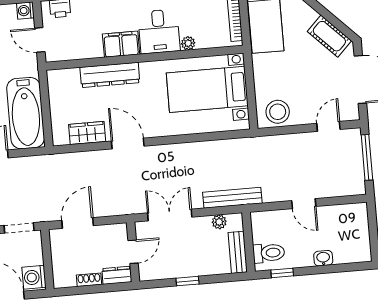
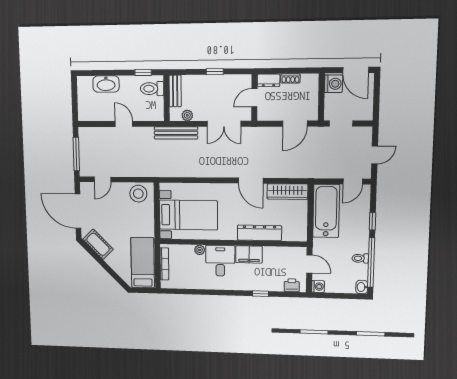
wardrobe: (87, 133) -> (287, 192), width x1.50
washbasin: (323, 258) -> (106, 84), width x1.91, depth x1.45

